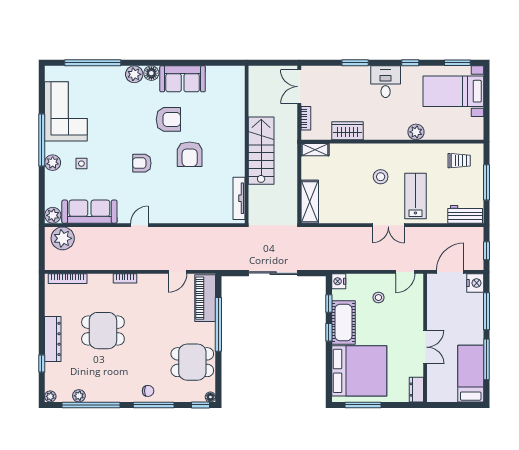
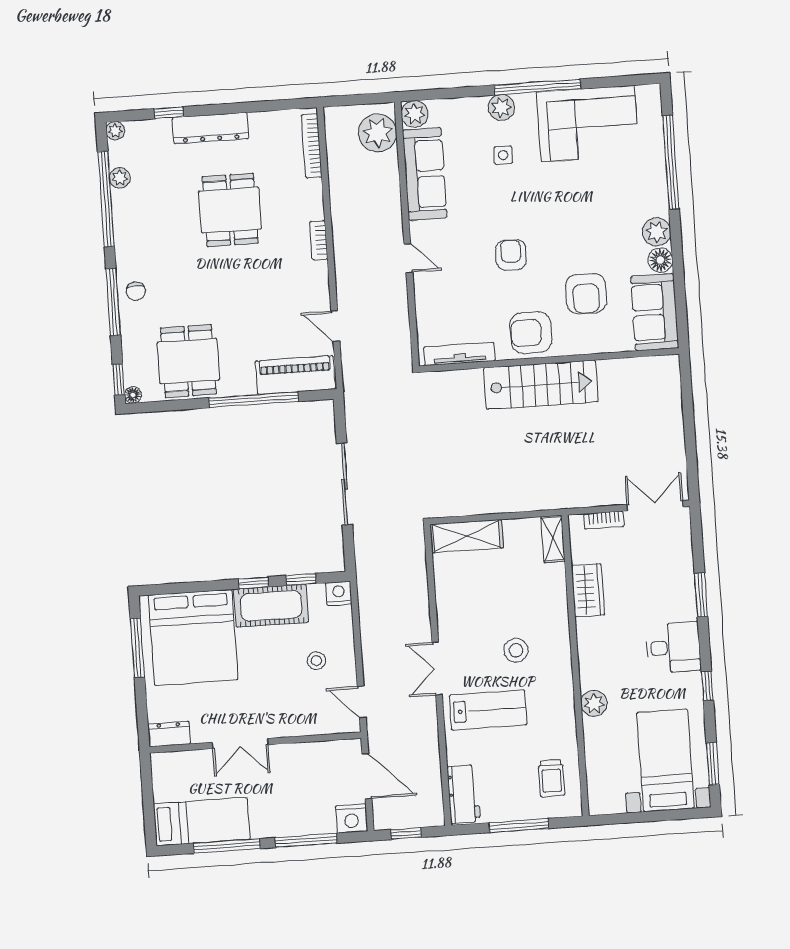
wall: (247, 145) -> (549, 360), moved
stairs: (261, 151) -> (541, 385), moved
tv unit: (239, 198) -> (459, 354), moved

